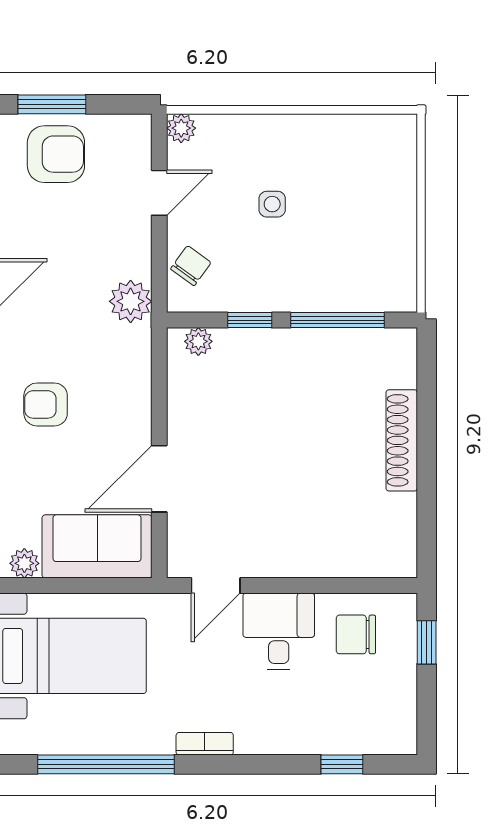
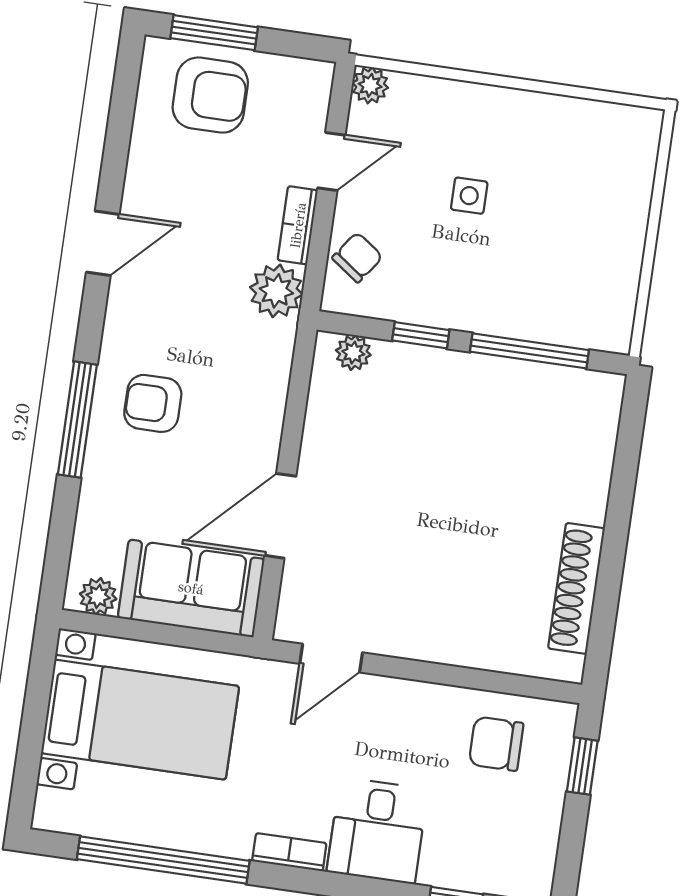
bookcase: (140, 247) -> (298, 225), added
shoe rack: (402, 440) -> (576, 588), moved
desk: (279, 631) -> (377, 831), moved, turned 180

